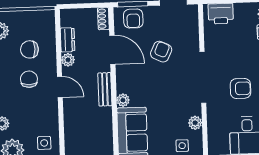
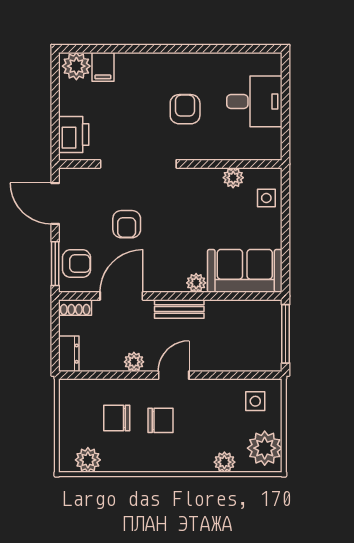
dresser: (68, 40) -> (69, 354), moved, turned 90
chair: (29, 49) -> (117, 418), turned 90
armchair: (161, 52) -> (127, 224), turned -115
doorway: (203, 77) -> (138, 164), moved
chair: (29, 79) -> (161, 420), turned 180

